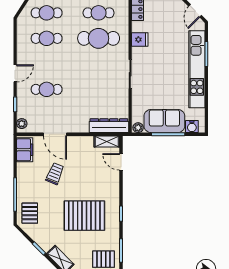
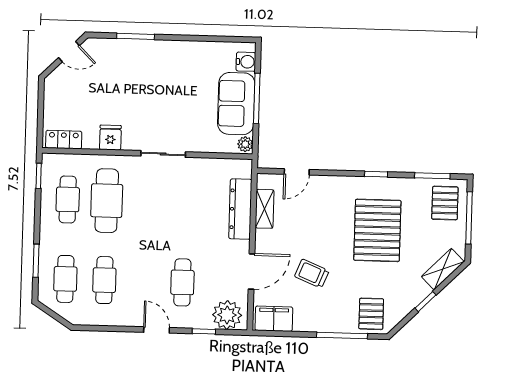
kitchen unit: (197, 69) -> (158, 52), removed
plant: (22, 124) -> (227, 315), width x1.88, depth x1.88
dresser: (109, 126) -> (240, 209), moved
shelving: (107, 142) -> (265, 209), moved
pallet: (30, 213) -> (371, 314), turned 90

